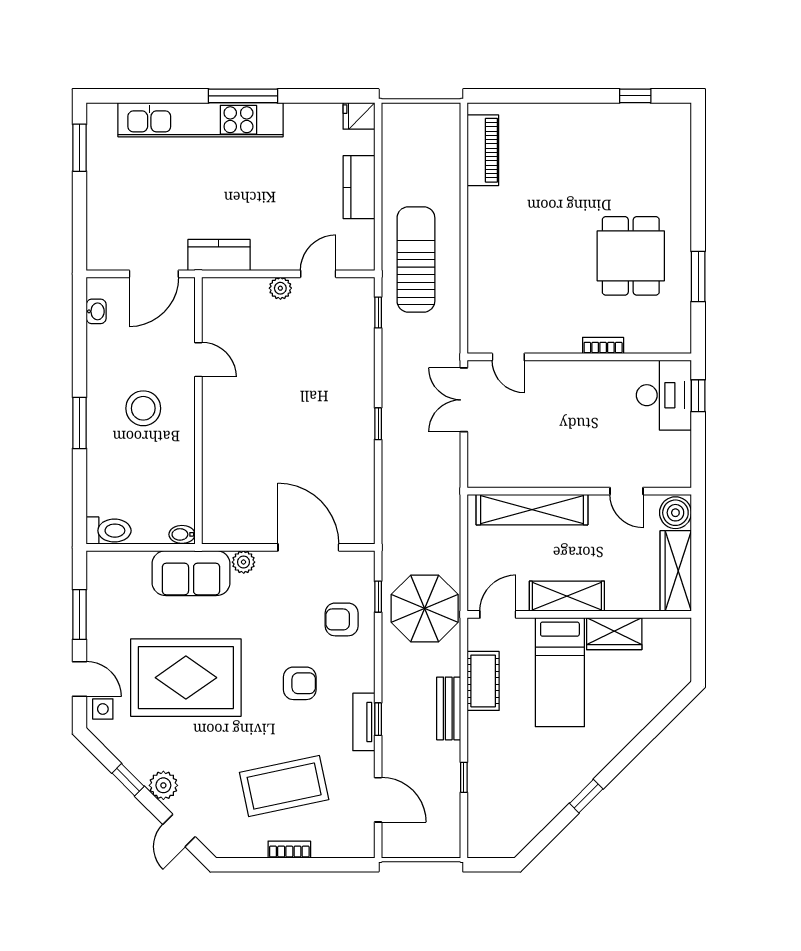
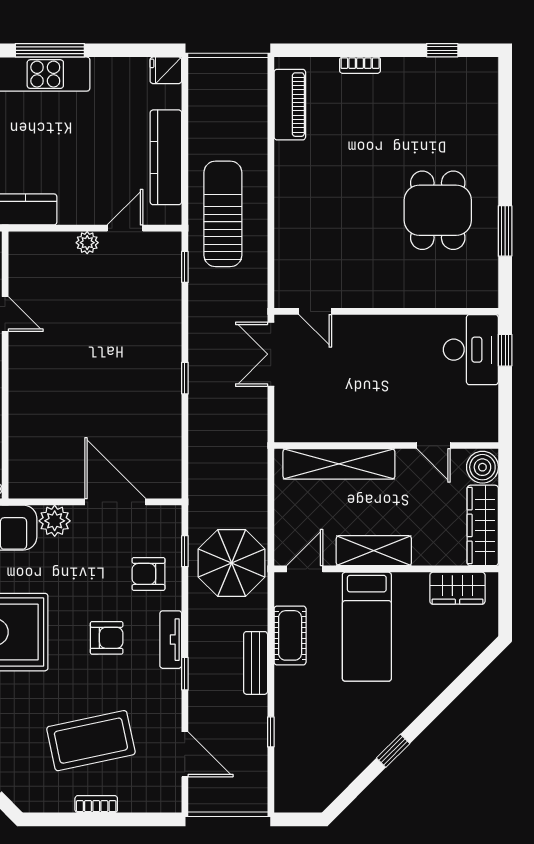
kitchen counter: (359, 187) -> (166, 157), width x1.50
bookcase: (603, 346) -> (360, 65), moved, turned 180
plant: (244, 562) -> (55, 521), width x1.38, depth x1.38
wardrobe: (614, 634) -> (457, 588), moved
tv unit: (364, 722) -> (171, 640), moved

